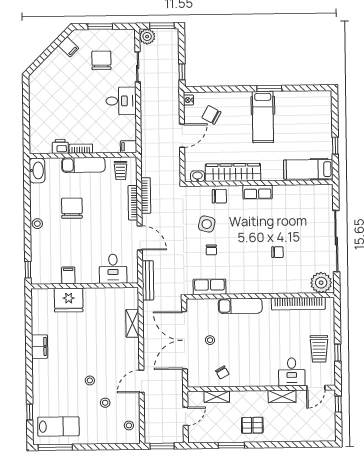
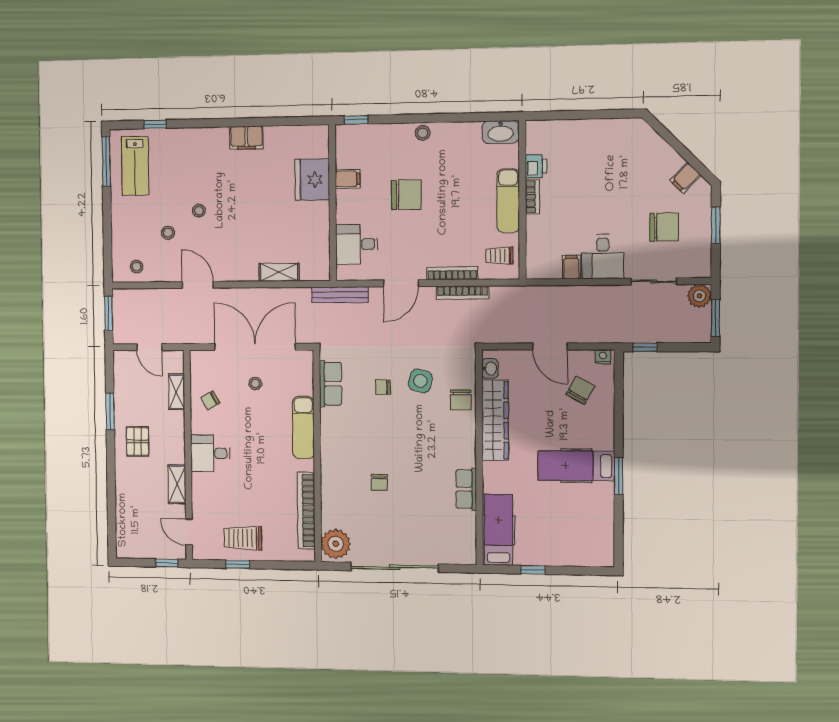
filing cabinet: (129, 147) -> (571, 267), moved
row of seats: (258, 192) -> (466, 489), moved
chair: (72, 208) -> (406, 195), moved
desk: (292, 372) -> (210, 453), moved

